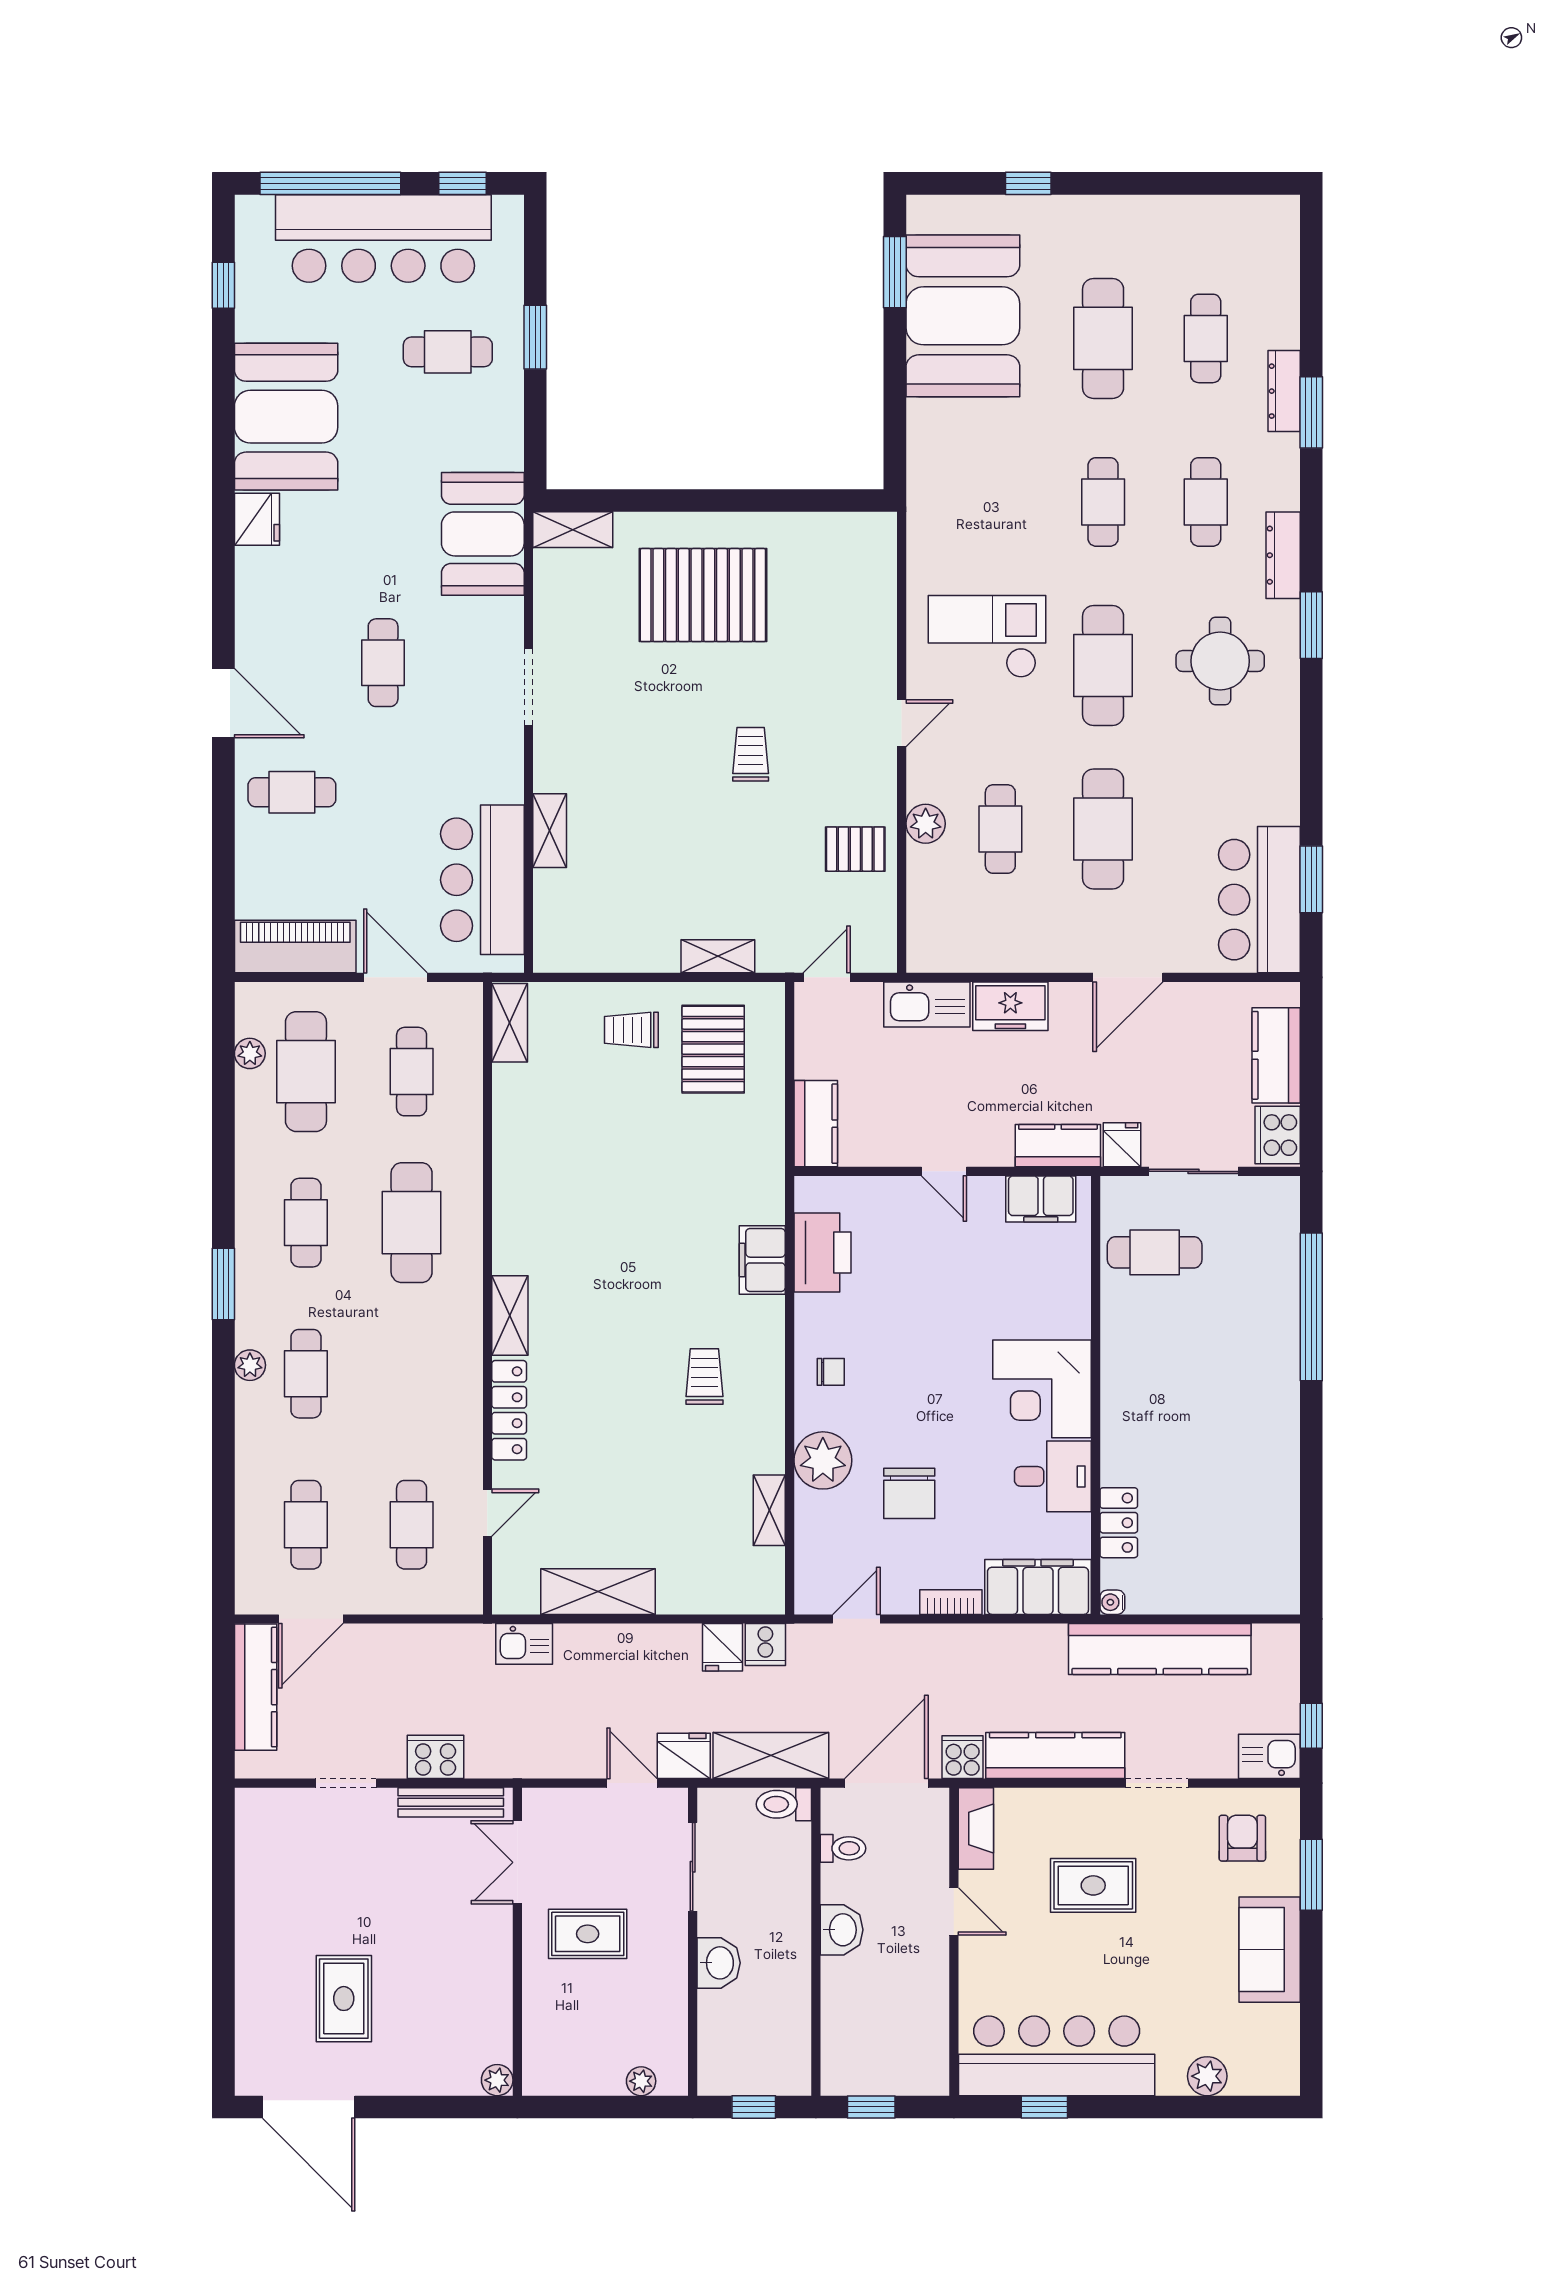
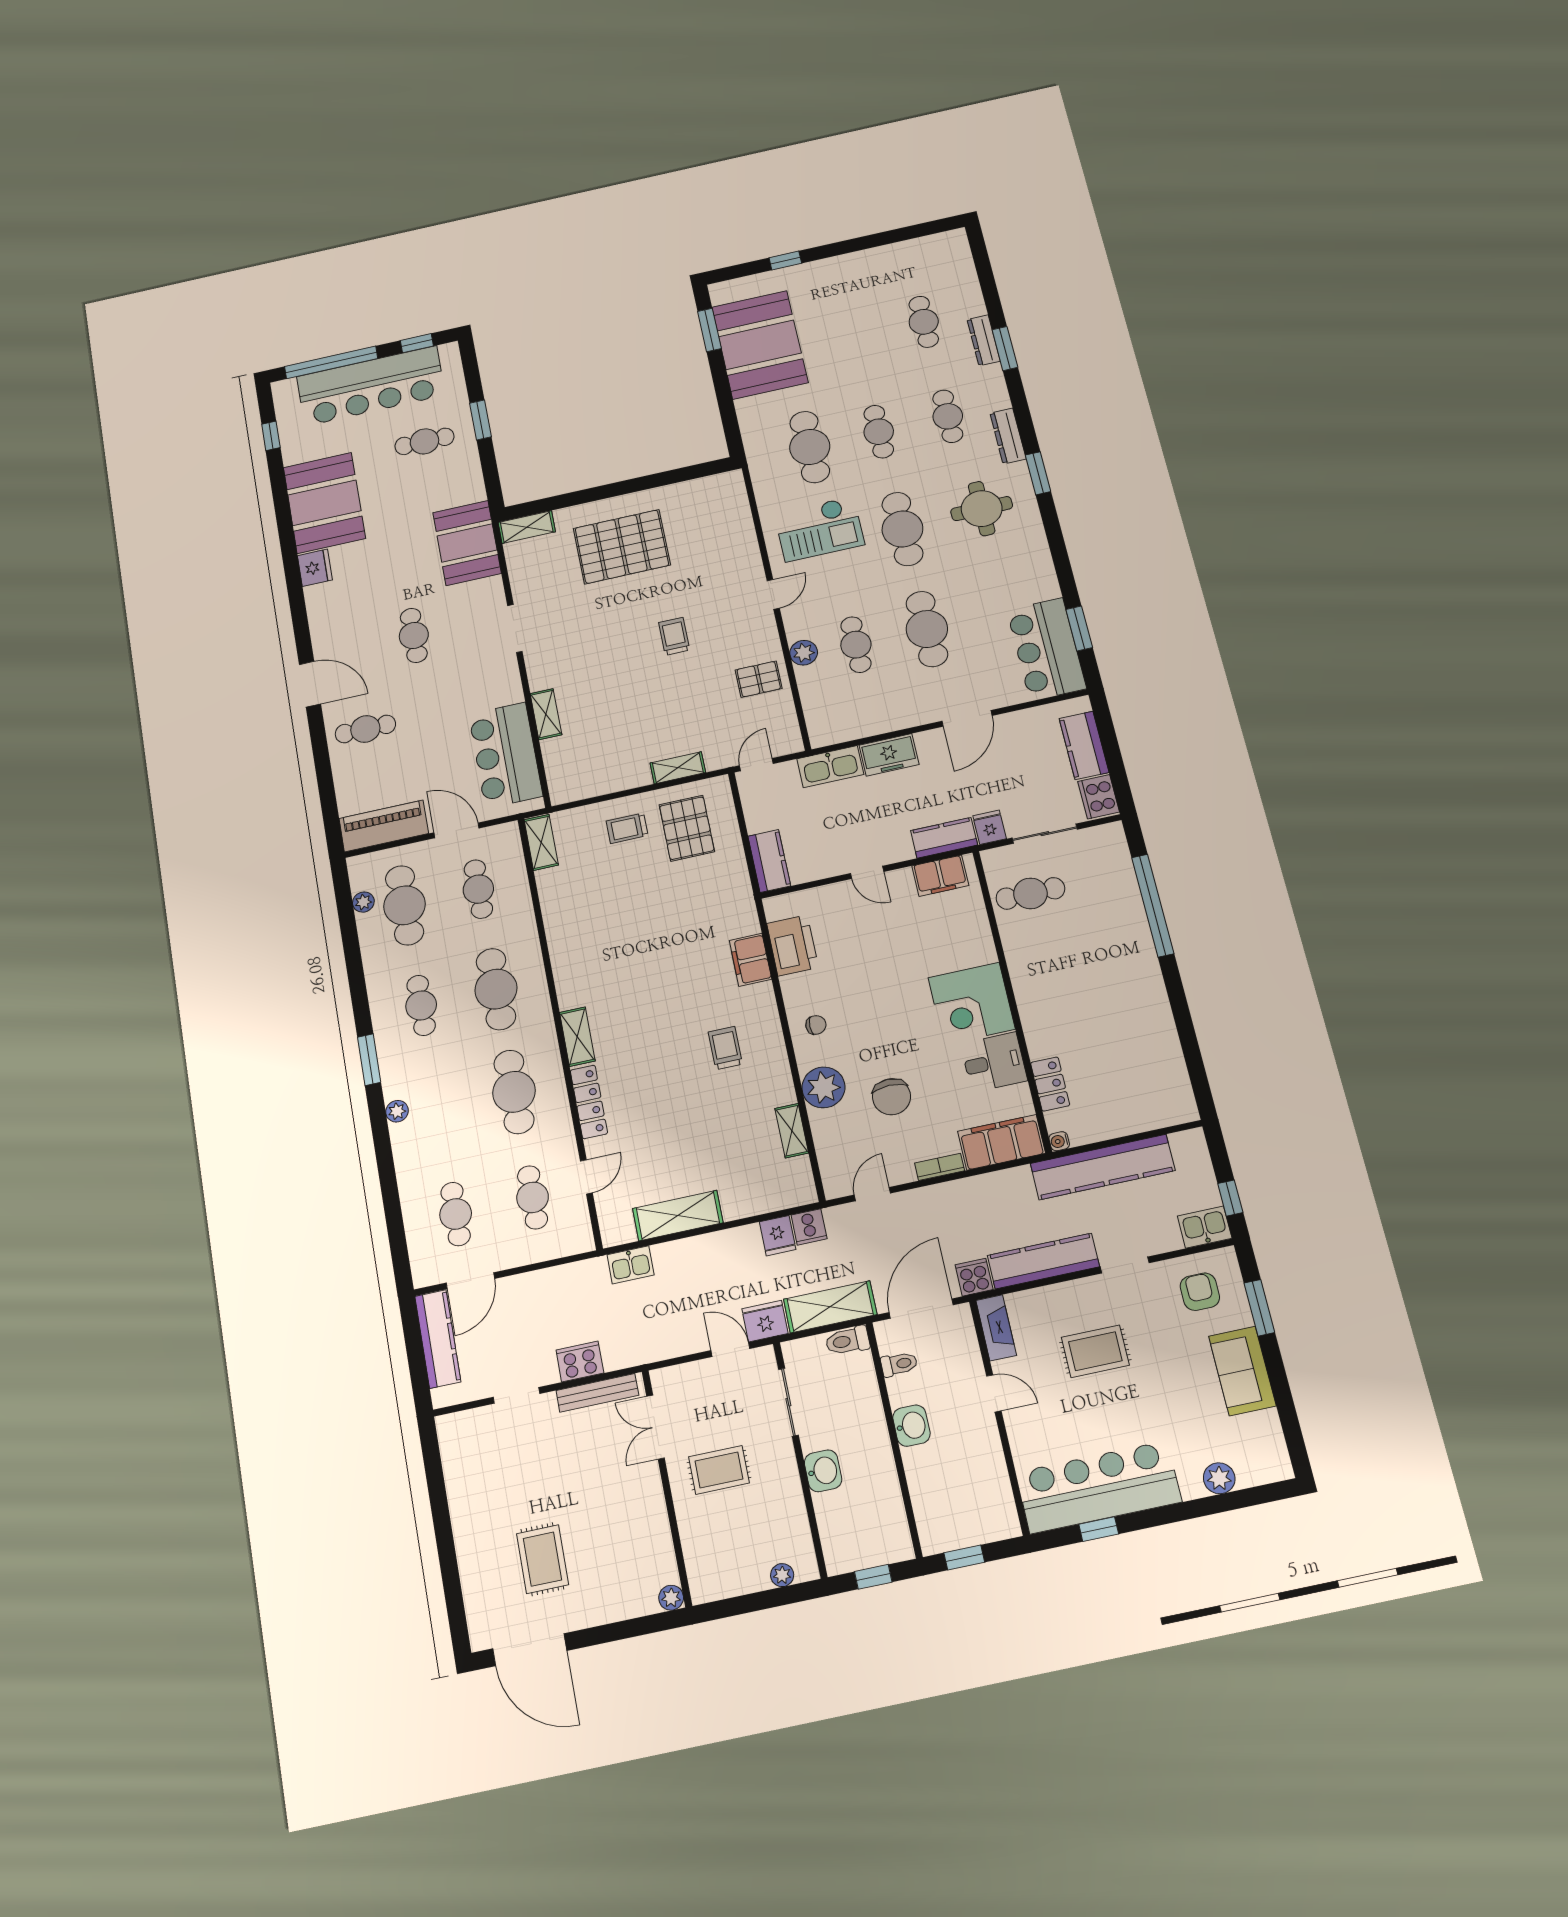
cafe table: (1103, 338) -> (810, 447), moved
checkout: (987, 636) -> (819, 529), turned 180
cafe table: (306, 1374) -> (514, 1092), moved, width x1.37, depth x1.35

